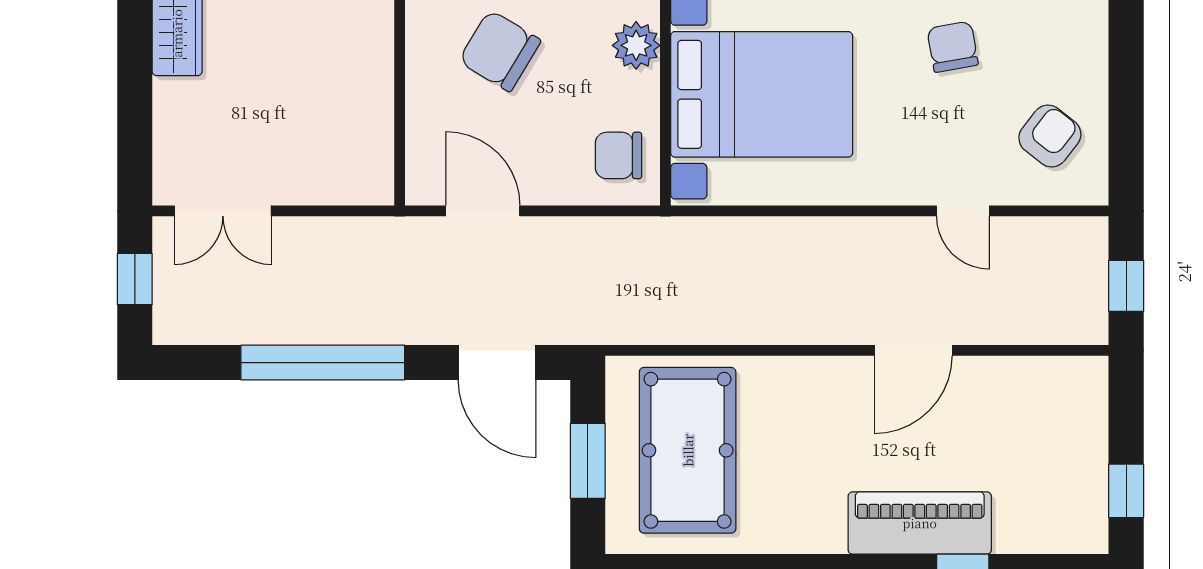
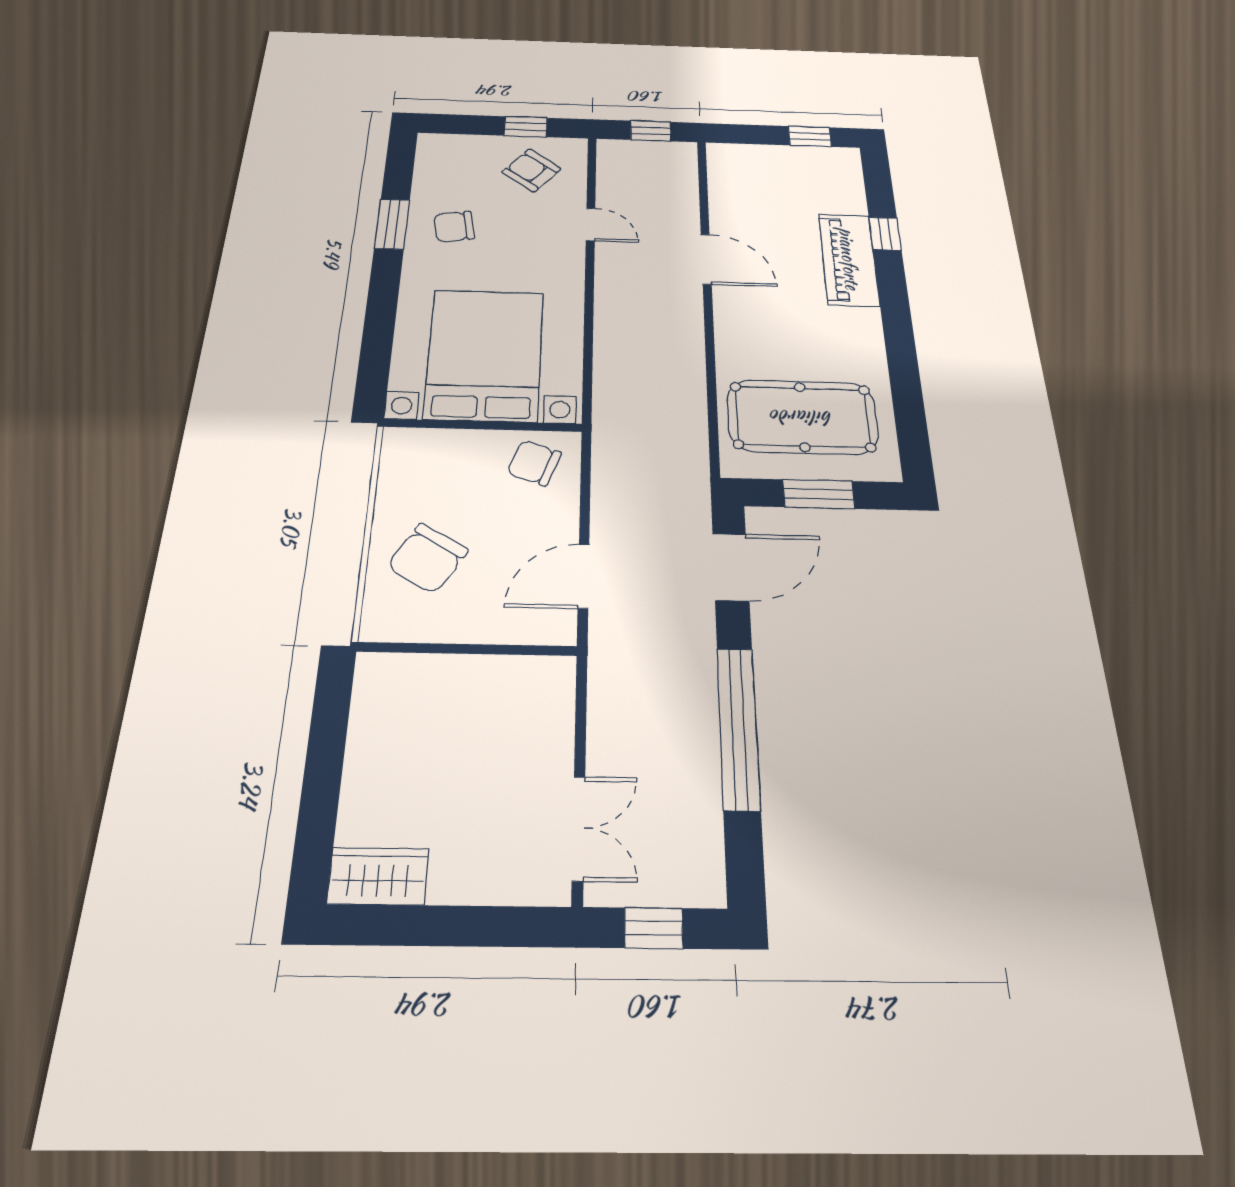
plant: (636, 45) -> (433, 447), removed
window: (1126, 126) -> (526, 127), added
chair: (618, 155) -> (534, 463), turned 110
door: (963, 211) -> (590, 224), hinge flipped

